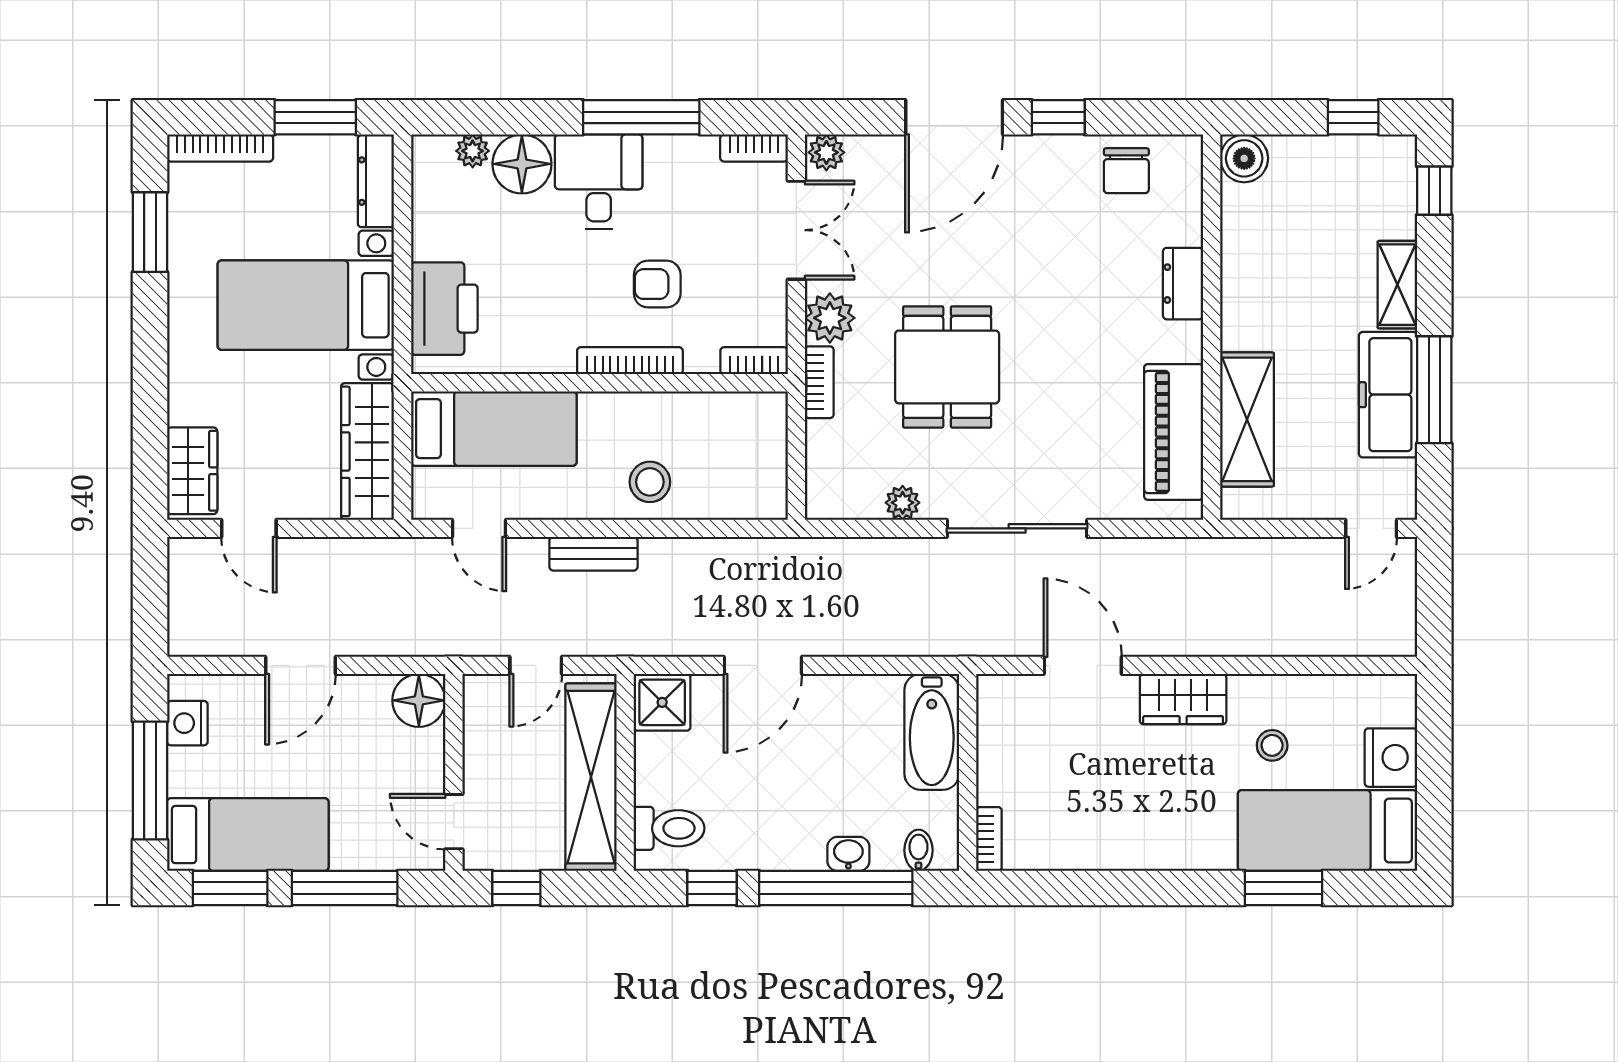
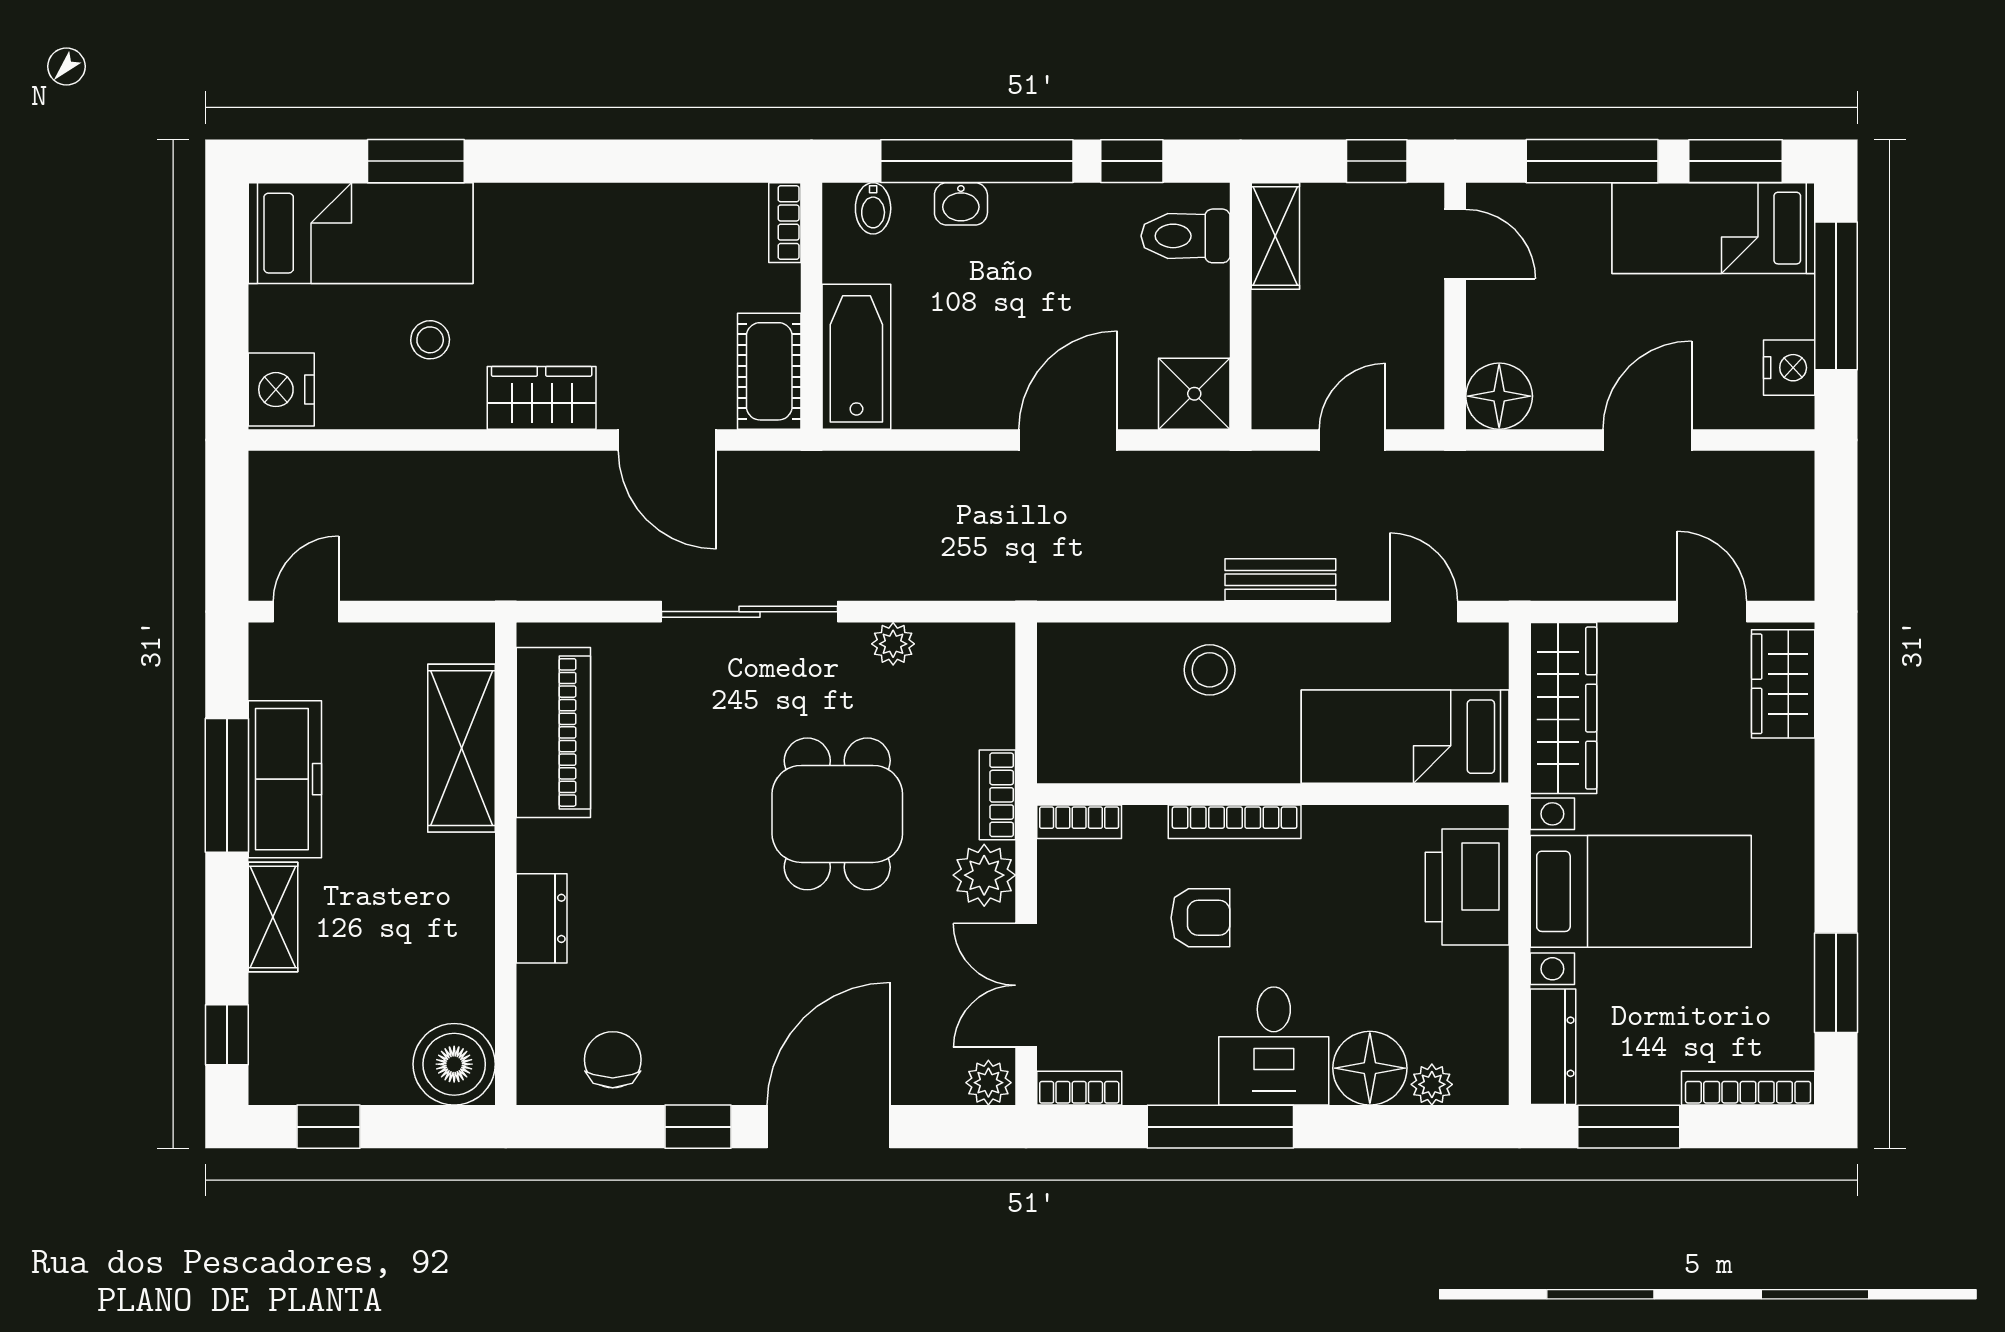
boiler: (1244, 158) -> (454, 1064), width x1.37, depth x1.37
cot: (1001, 720) -> (769, 371), added
nightstand: (1391, 758) -> (281, 390), moved
shelving: (591, 777) -> (1275, 236), width x0.45, depth x0.75

